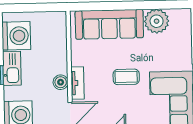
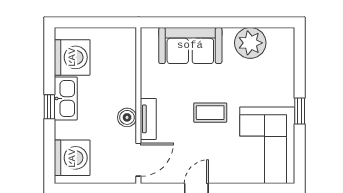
sofa: (109, 24) -> (190, 45), width x0.73

